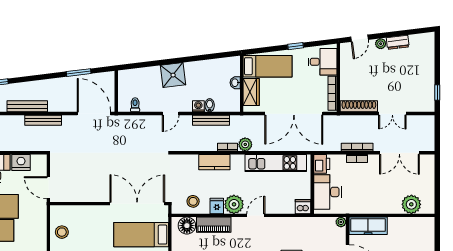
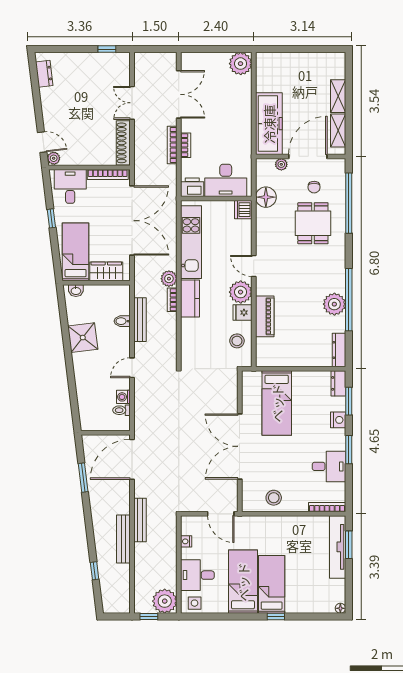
dresser: (398, 42) -> (44, 74), moved
plant: (381, 44) -> (54, 158), moved
shower: (173, 75) -> (83, 338), moved
washbasin: (235, 83) -> (76, 291), moved
washing machine: (198, 106) -> (123, 397), moved
door: (171, 114) -> (132, 368), swing flipped
double door: (392, 114) -> (132, 103), swing flipped
nightstand: (21, 162) -> (186, 541), width x0.53, depth x0.56
kitchen counter: (214, 162) -> (190, 299), moved
door: (48, 188) -> (221, 514), hinge flipped
double door: (137, 204) -> (240, 446), moved
plant: (411, 204) -> (241, 64), moved
plant: (341, 222) -> (281, 164), moved
floor lamp: (187, 226) -> (266, 197), moved
freezer: (368, 226) -> (269, 124), width x1.36, depth x1.26

